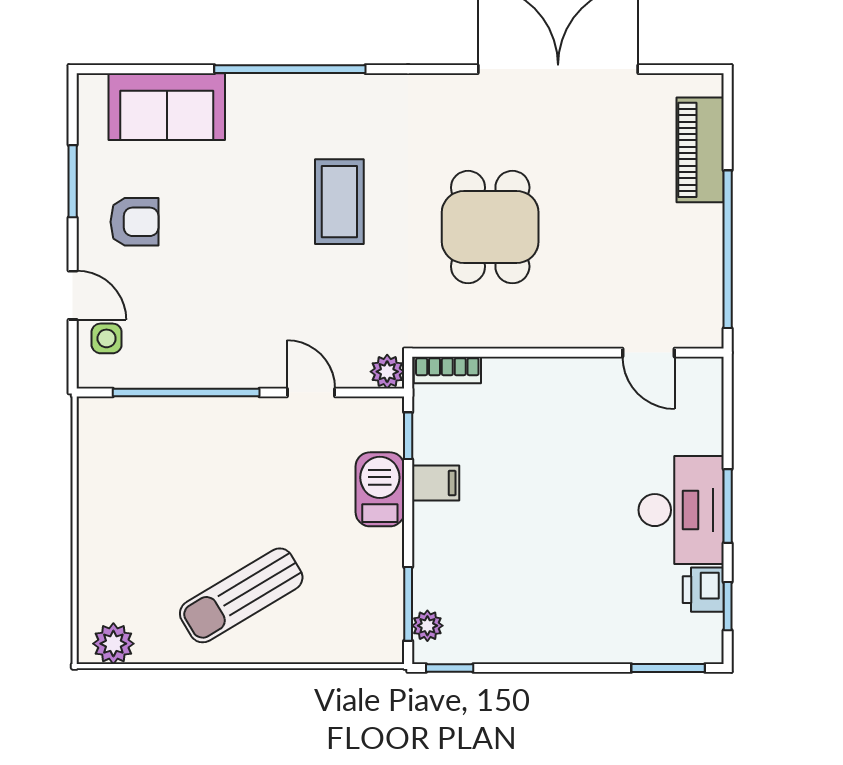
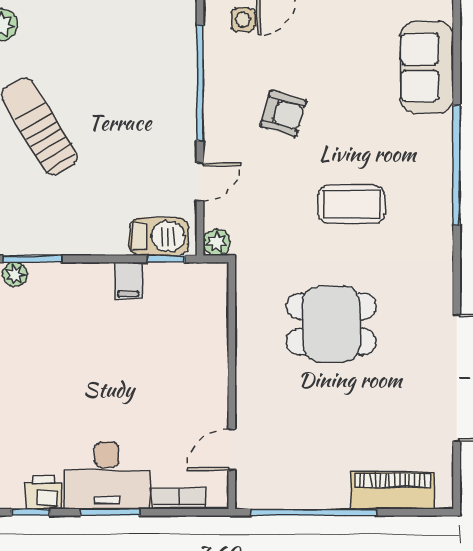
armchair: (134, 222) -> (283, 113), moved, turned -73
bookcase: (447, 370) -> (179, 498), moved, turned 90
barbecue: (380, 489) -> (159, 236), moved

